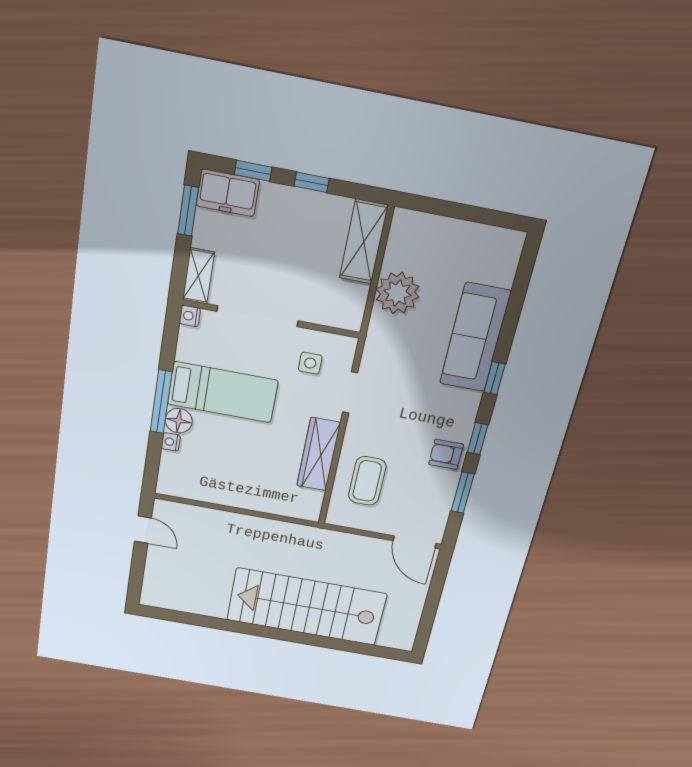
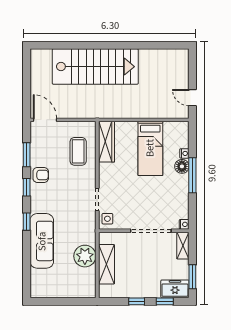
shelving: (364, 242) -> (107, 264), moved
side table: (310, 363) -> (107, 219), moved
bed: (223, 392) -> (150, 148), moved, turned -90
wardrobe: (319, 454) -> (106, 142), moved

